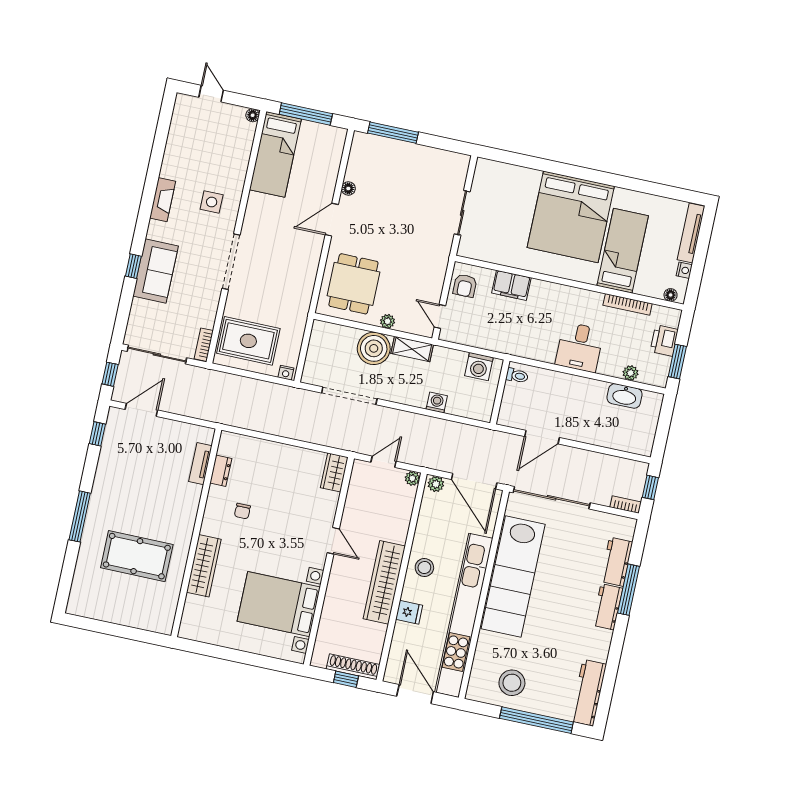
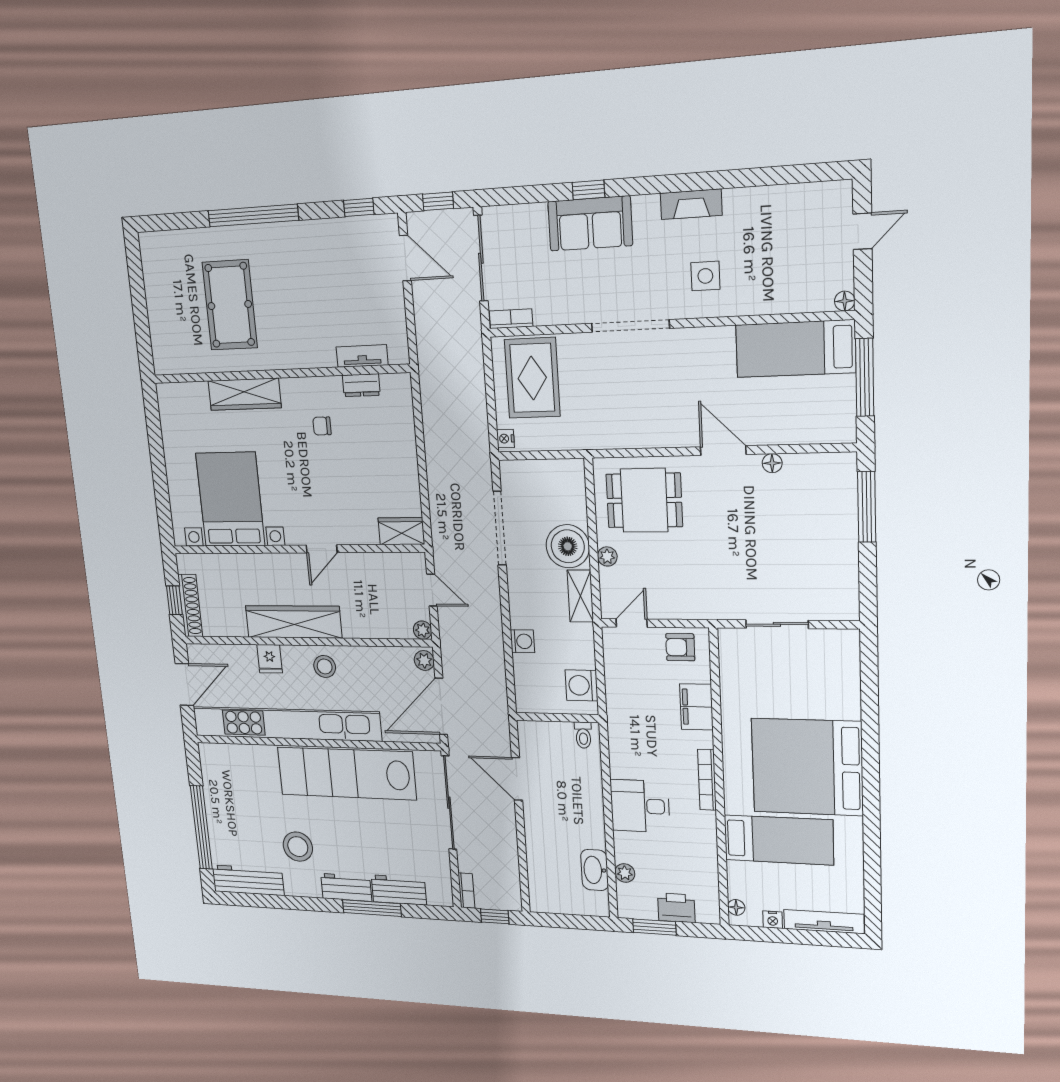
bookcase: (628, 304) -> (707, 780), moved
window: (80, 516) -> (253, 215), width x1.46
stool: (512, 683) -> (298, 847), moved

